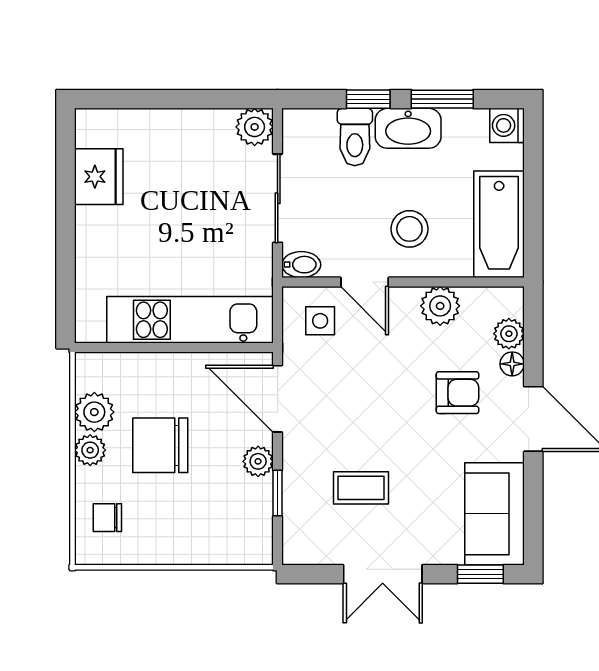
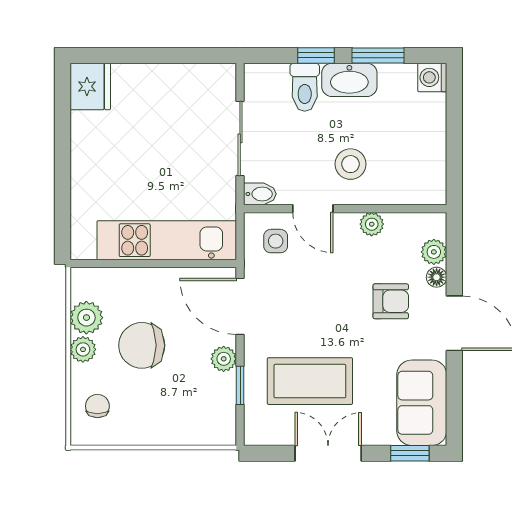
plant: (255, 127) -> (221, 79), removed
fridge: (99, 177) -> (90, 86), moved
bathtub: (499, 224) -> (426, 160), removed
plant: (440, 306) -> (372, 224), width x0.73, depth x0.73
coffee table: (361, 488) -> (310, 381), width x1.86, depth x1.72
chair: (107, 518) -> (97, 406), turned 90
double door: (383, 574) -> (328, 453), swing flipped

